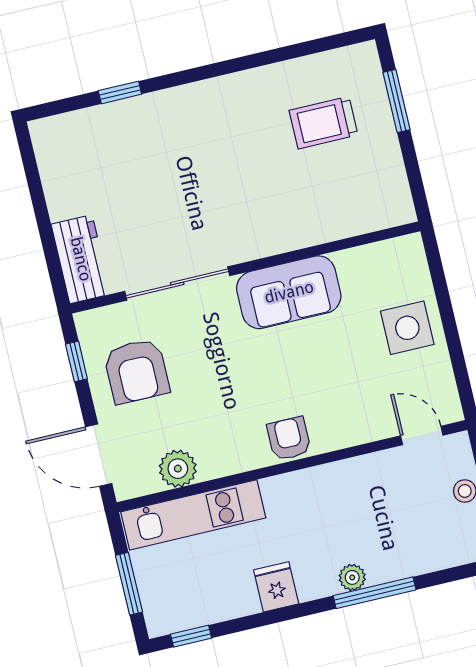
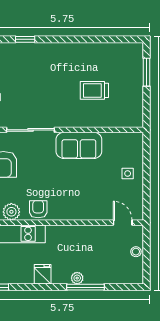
trolley: (323, 123) -> (94, 90), moved
side table: (407, 328) -> (128, 174), width x0.54, depth x0.54
armchair: (289, 439) -> (38, 209), moved

